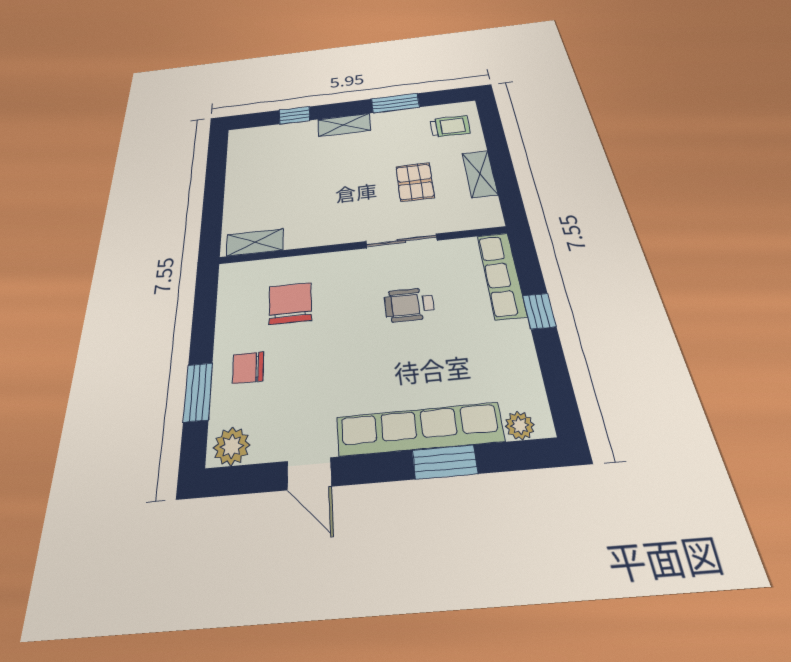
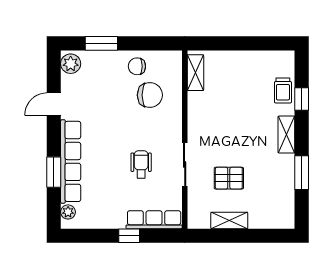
trolley: (450, 126) -> (283, 90), moved
chair: (248, 368) -> (137, 66), moved, turned -90

